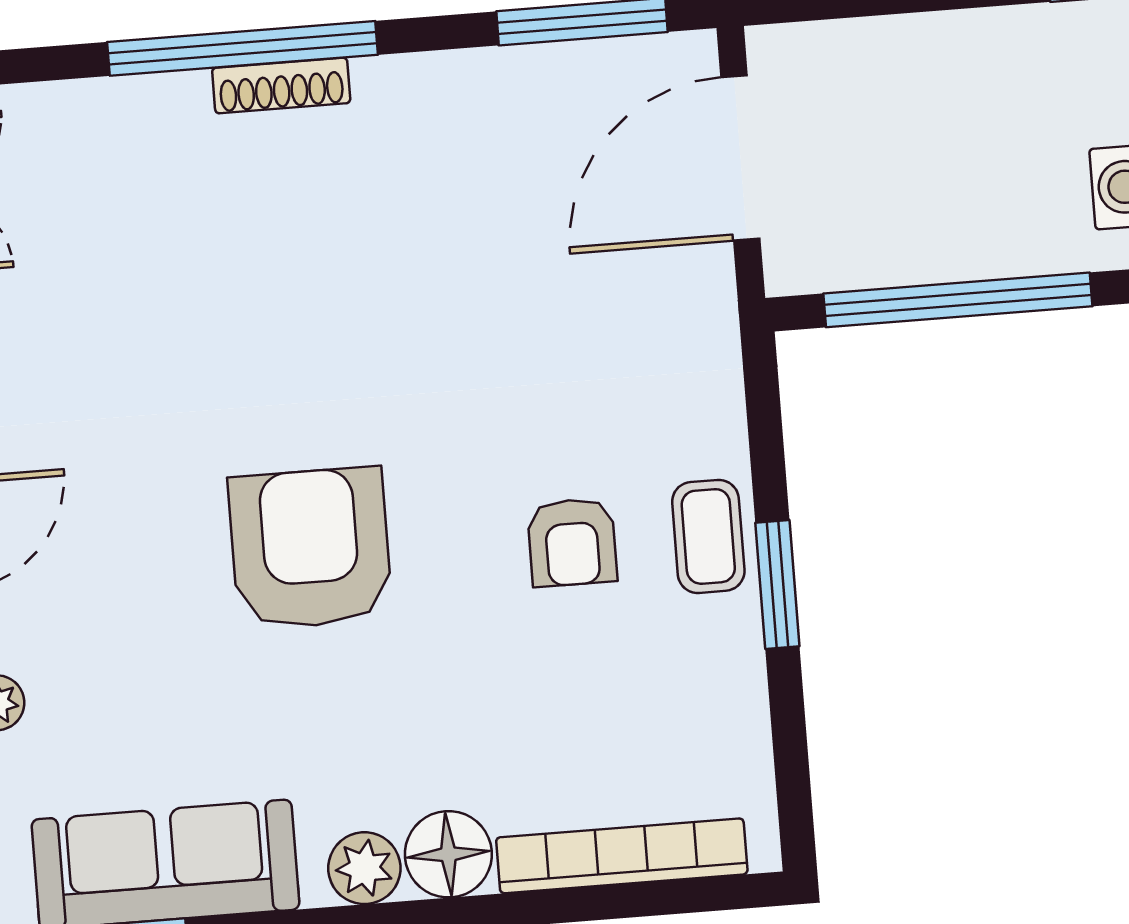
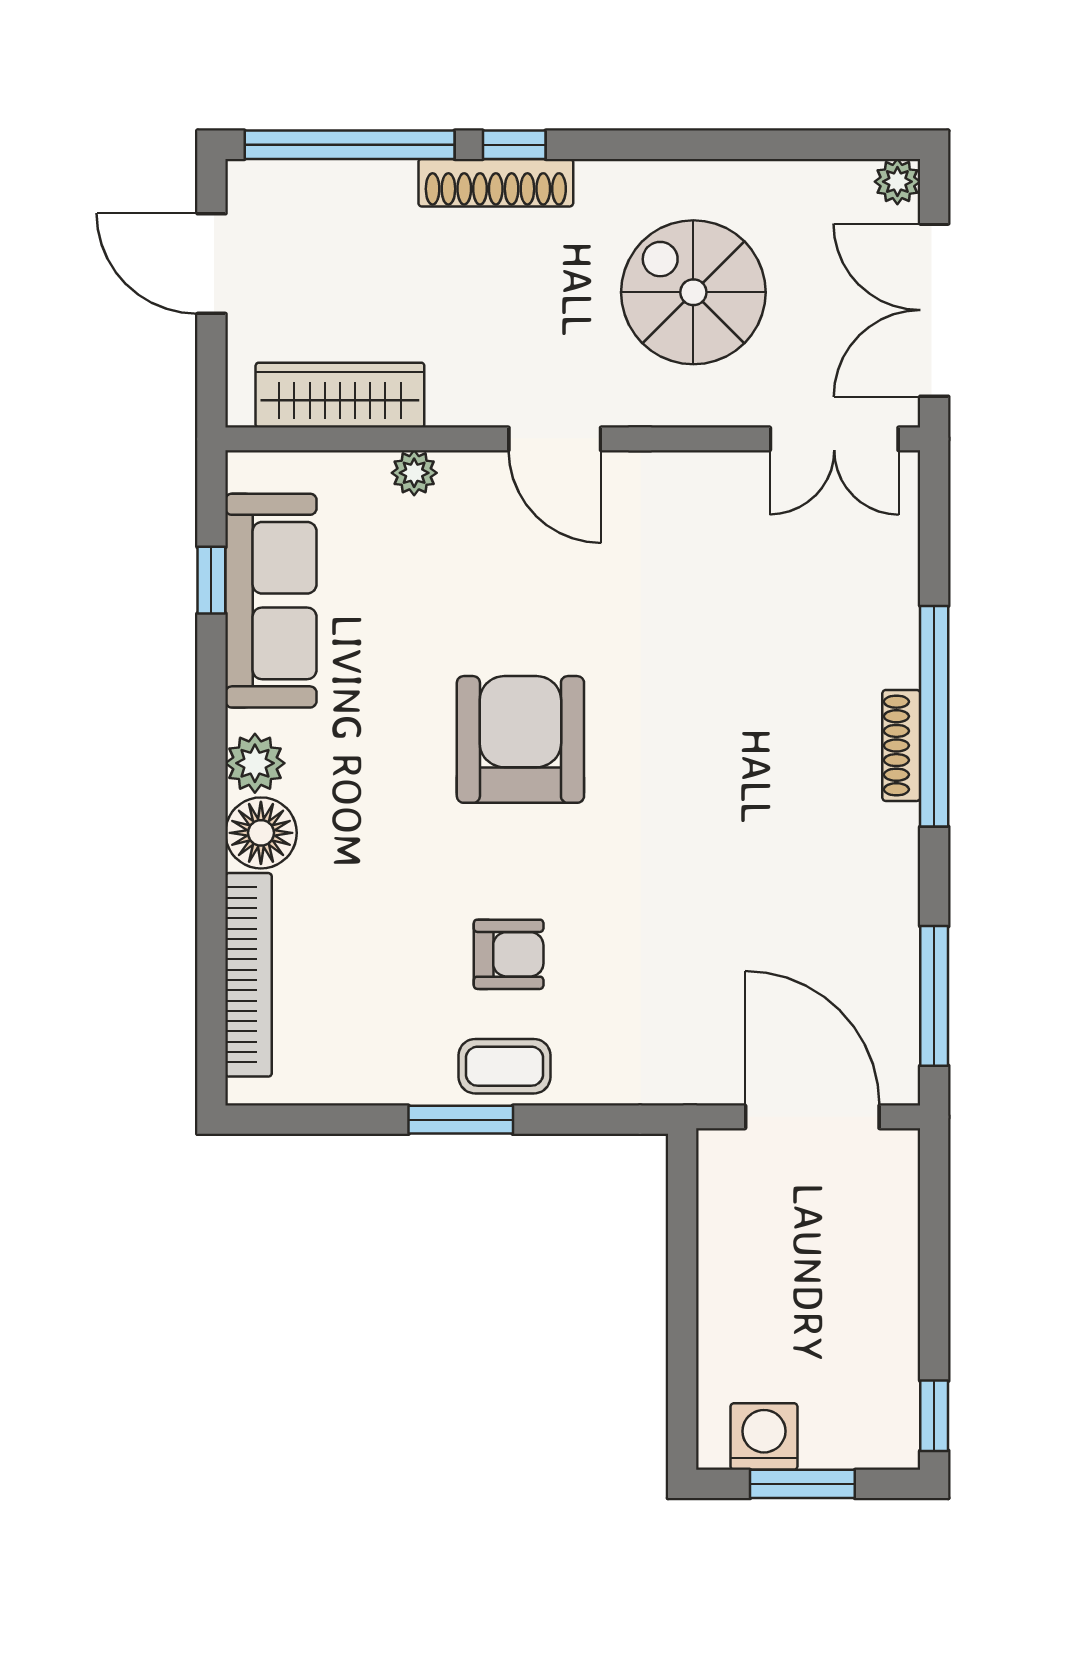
window: (958, 300) -> (682, 1286), removed
armchair: (572, 542) -> (509, 954), turned 180
armchair: (310, 548) -> (520, 739), turned -90

